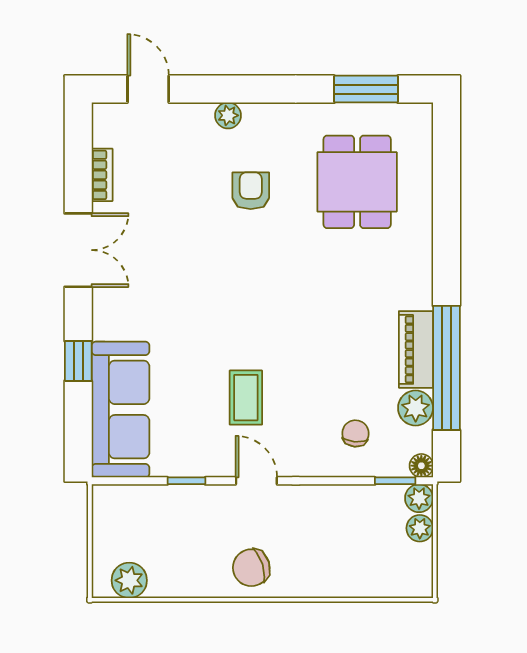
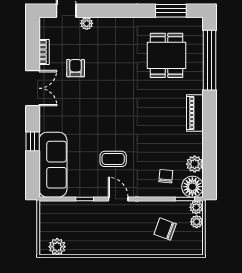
plant: (228, 115) -> (87, 23), moved
armchair: (251, 191) -> (76, 68), moved
piano: (416, 349) -> (195, 113), moved
window: (446, 368) -> (209, 60), moved
coffee table: (246, 398) -> (113, 159), turned 90
floor lamp: (421, 466) -> (192, 187), width x1.89, depth x1.89
chair: (251, 568) -> (165, 229), moved, turned 38

